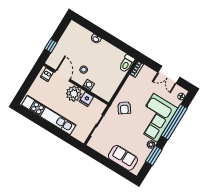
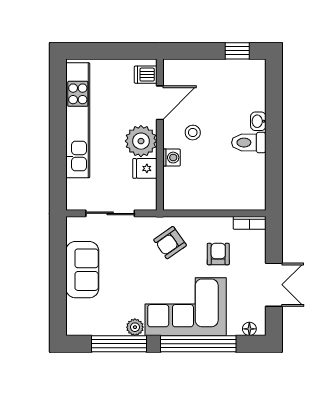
window: (51, 46) -> (237, 51), moved
toilet: (127, 63) -> (249, 143), moved
double door: (169, 75) -> (274, 285), swing flipped
armchair: (142, 90) -> (218, 254), added
window: (154, 155) -> (119, 344), width x1.44
sofa: (123, 158) -> (82, 270), moved

